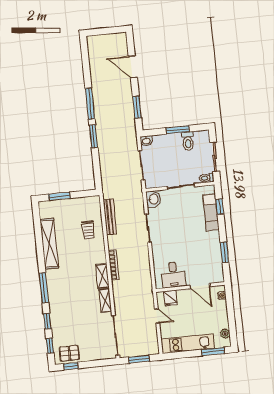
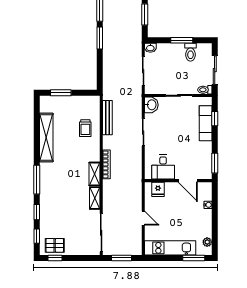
desk: (173, 275) -> (163, 167), moved
door: (200, 286) -> (188, 181), moved
wall: (190, 287) -> (178, 181), moved
fridge: (170, 298) -> (158, 189), moved

